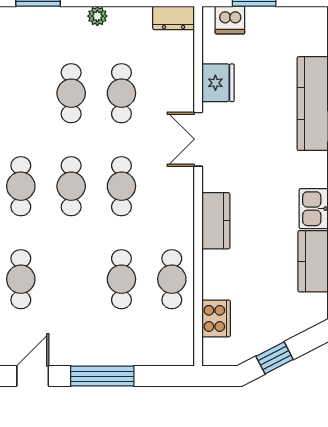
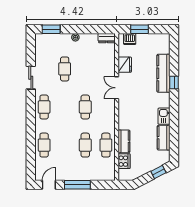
cafe table: (121, 93) -> (85, 69), removed
cafe table: (71, 186) -> (65, 107), removed
kitchen counter: (216, 221) -> (124, 141), moved
window: (275, 358) -> (158, 172), moved

